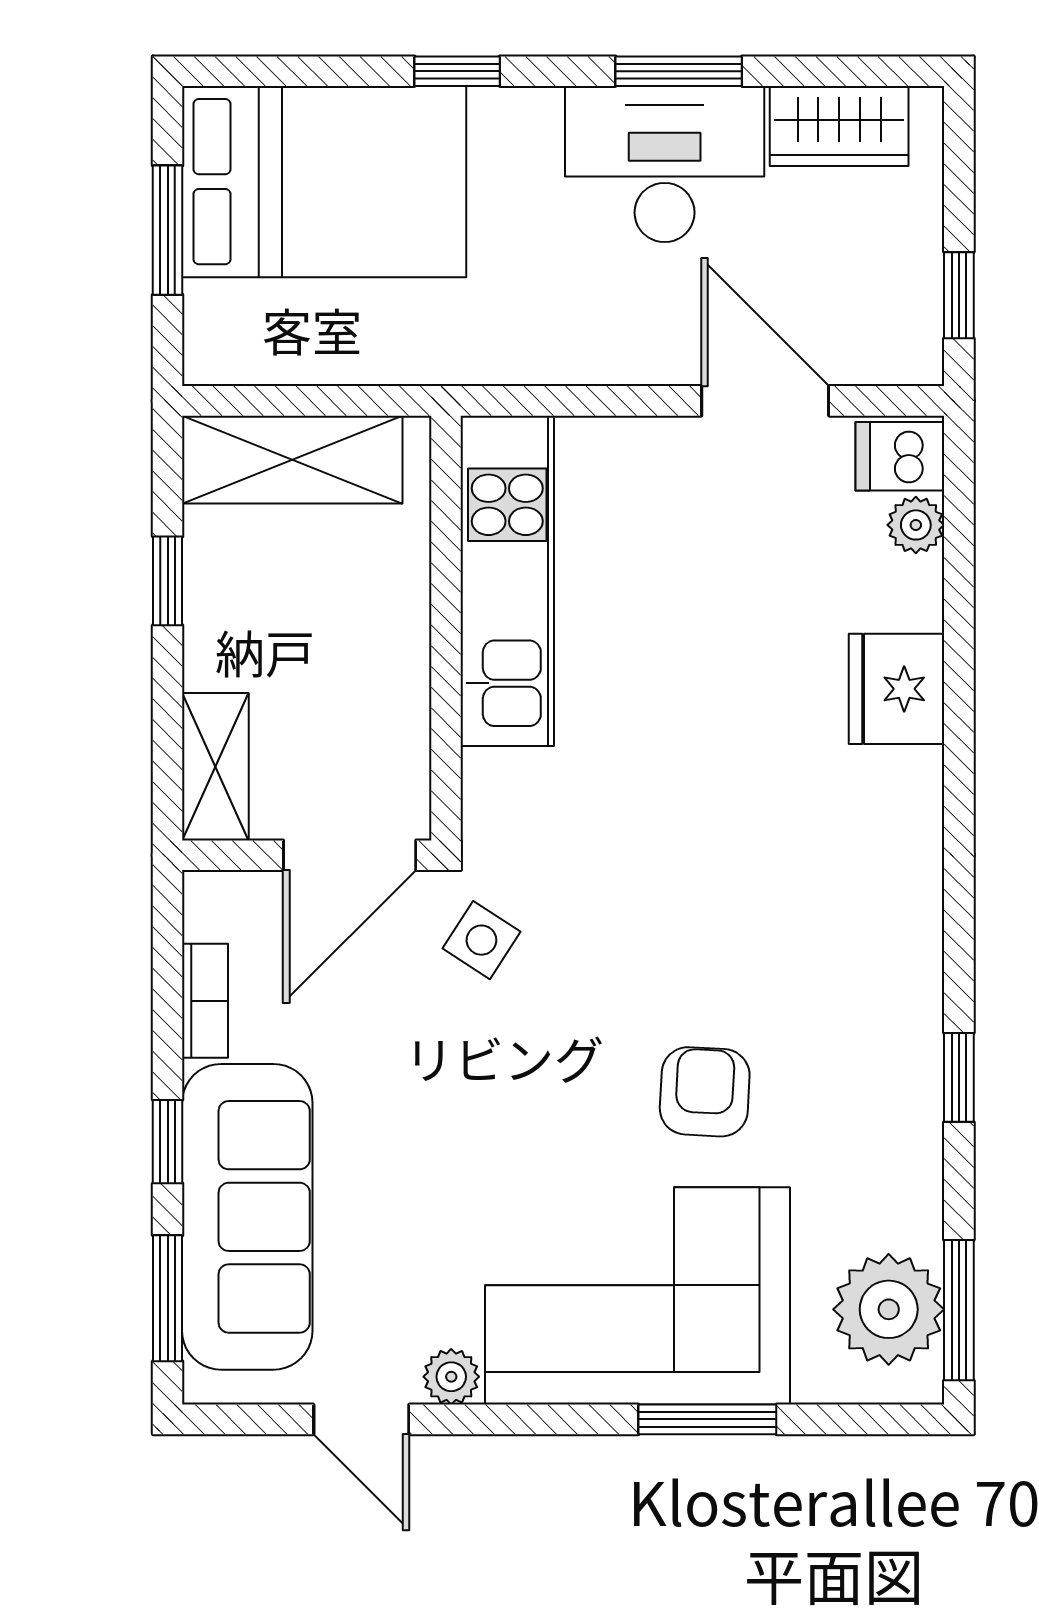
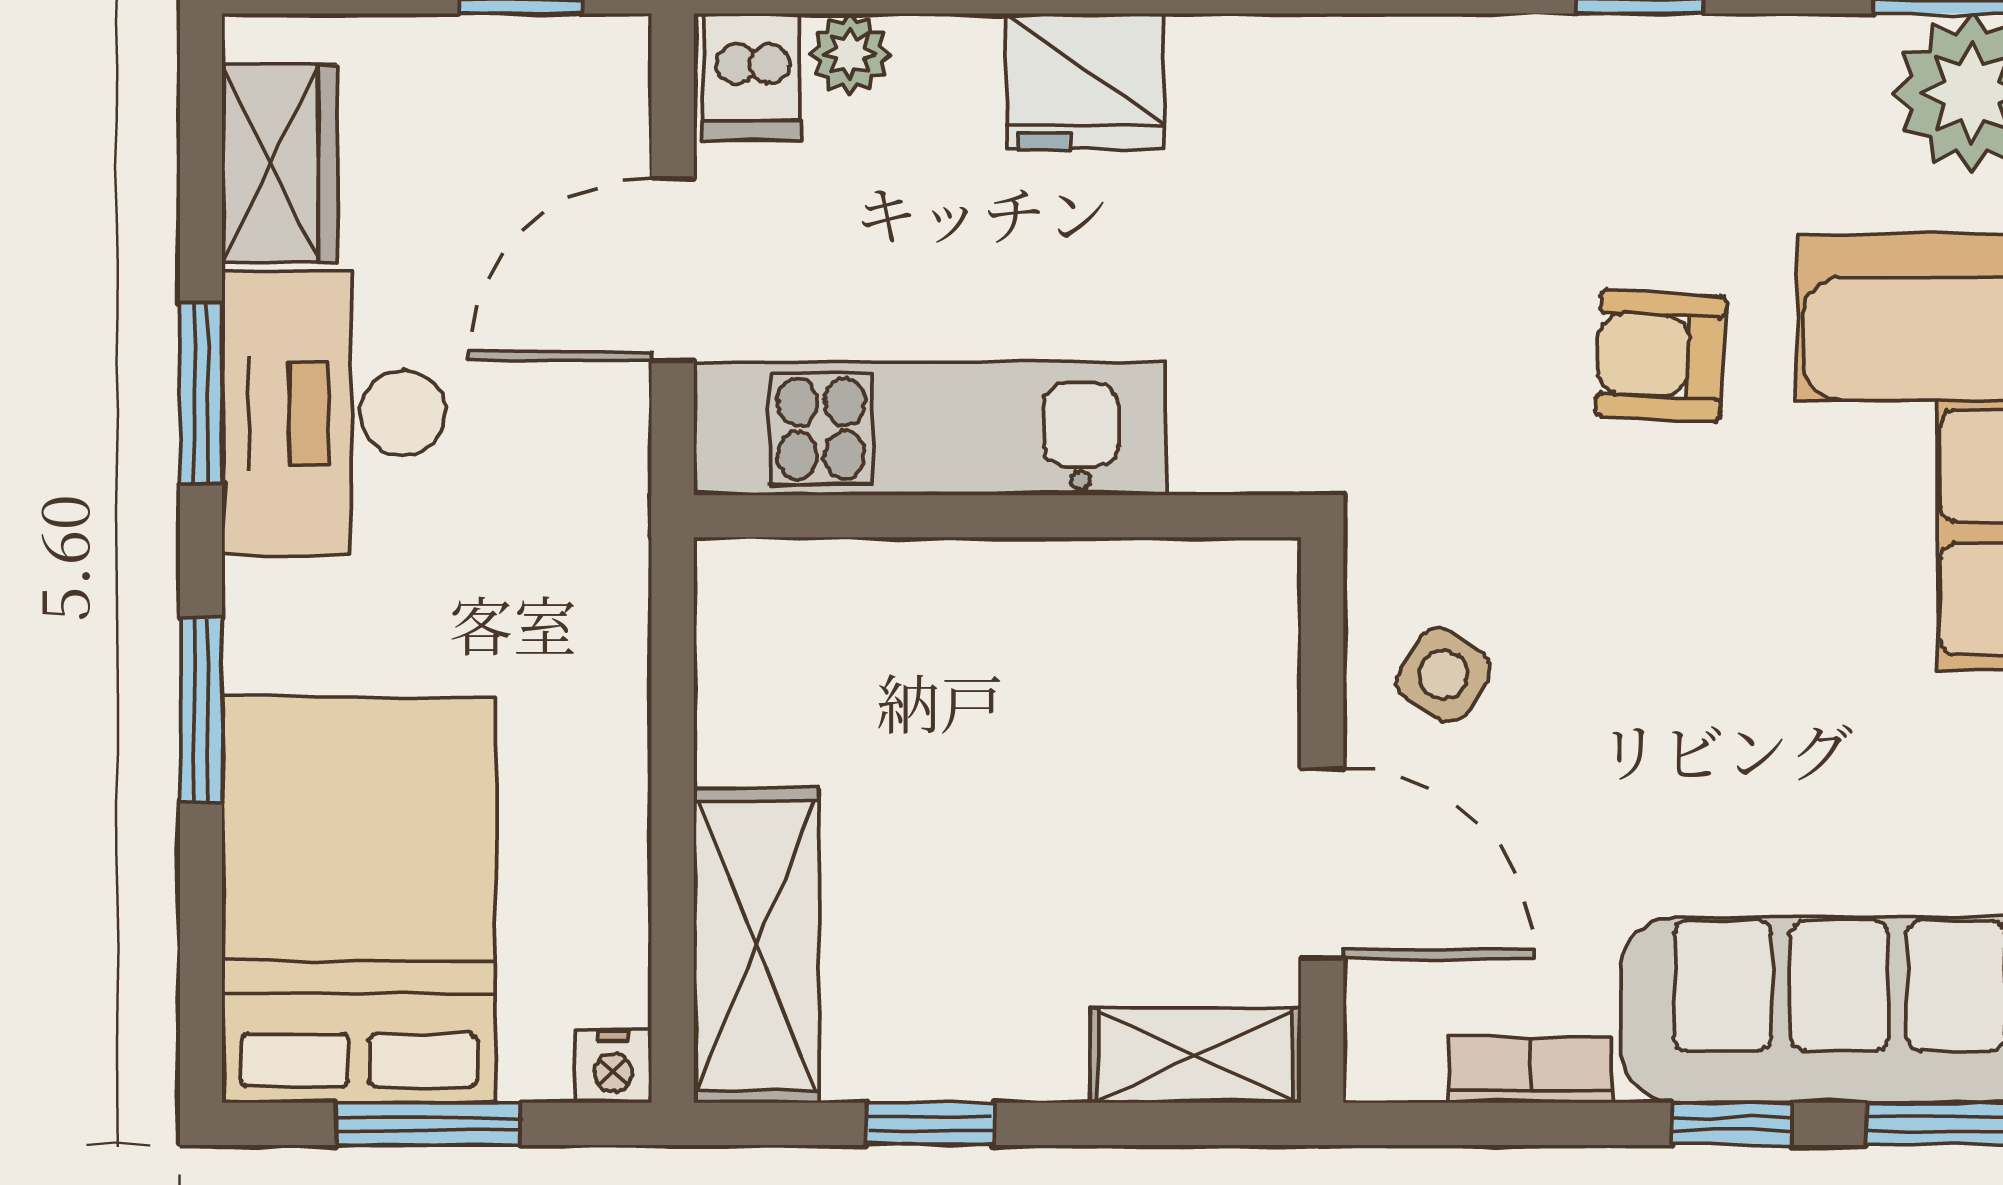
window: (457, 71) -> (201, 710), width x1.50
nightstand: (208, 359) -> (613, 1067), added
kitchen unit: (507, 581) -> (930, 429), moved
wall: (446, 628) -> (997, 516), moved

